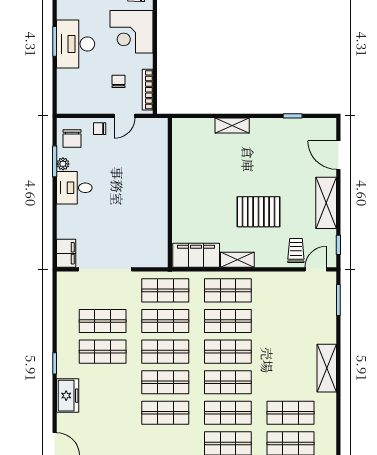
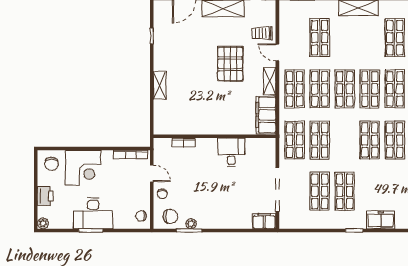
chair: (119, 81) -> (141, 216), moved
bookcase: (162, 155) -> (184, 143), added
desk: (74, 188) -> (231, 152), moved, turned 180
door: (316, 269) -> (277, 52), moved
shop shelf: (165, 352) -> (320, 38), moved

